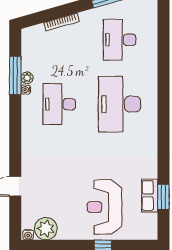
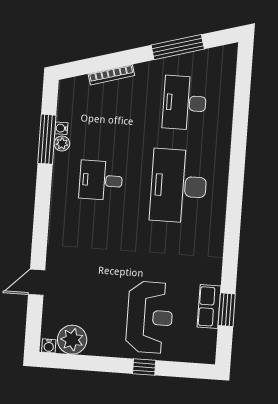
water cooler: (26, 90) -> (61, 128), moved
desk: (59, 104) -> (101, 180), width x0.73
reception desk: (104, 207) -> (150, 317), turned 180

